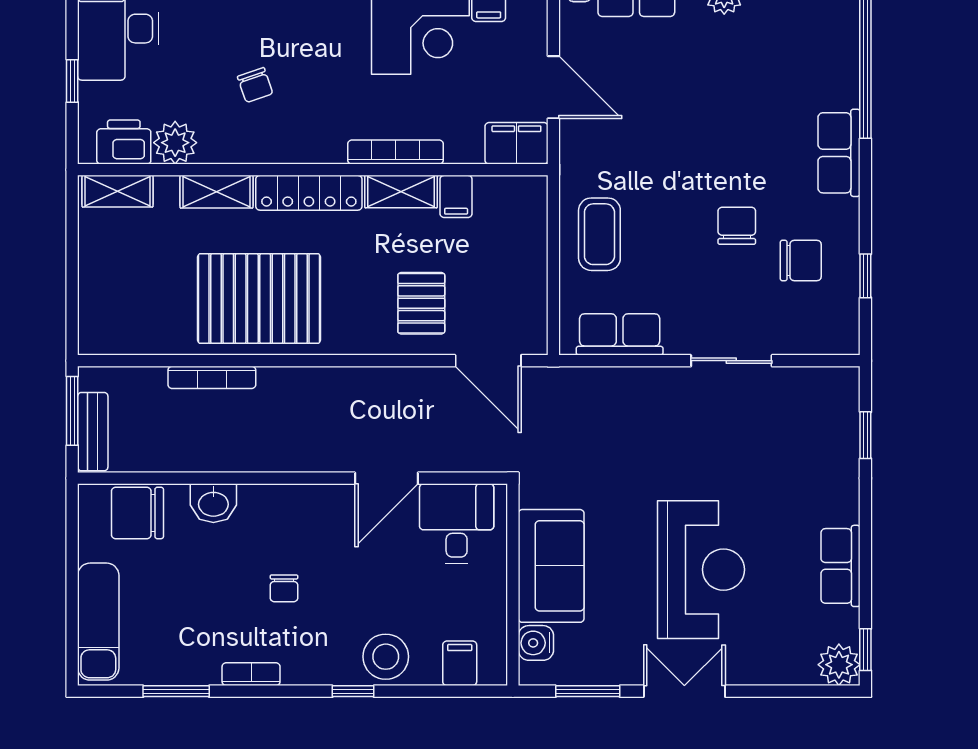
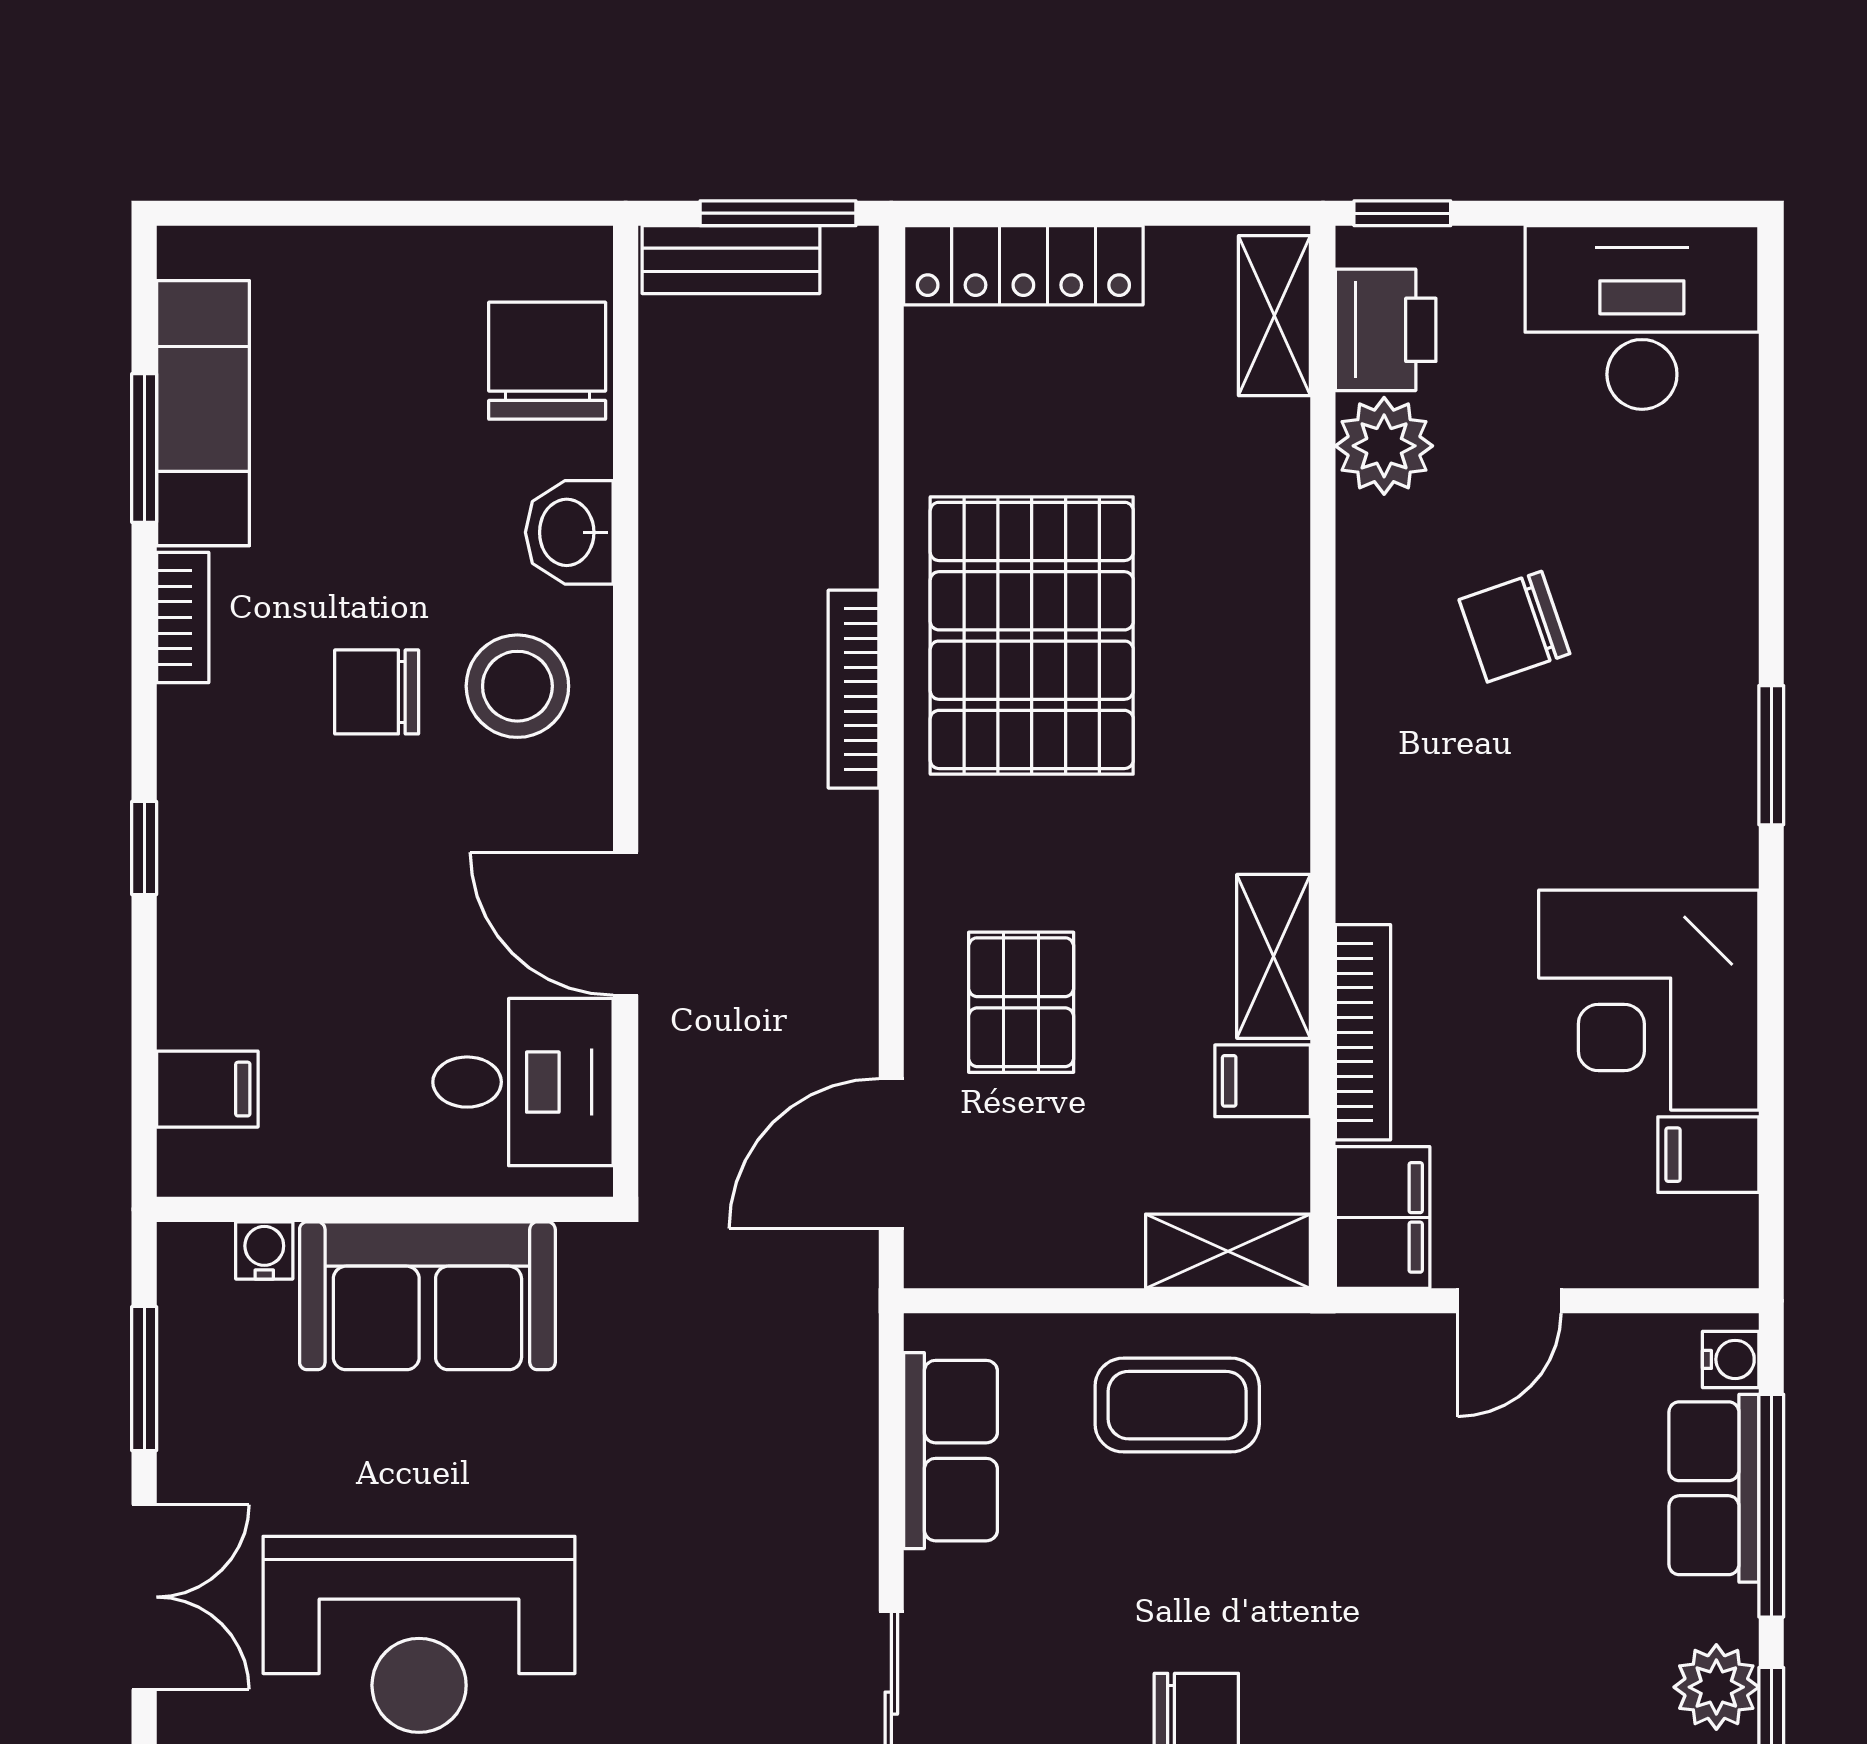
window: (72, 81) -> (1402, 213), moved
chair: (255, 85) -> (1514, 627), width x1.37, depth x1.37
door: (553, 87) -> (1509, 1301), width x0.73
bookcase: (396, 152) -> (1363, 1032), moved
shelving: (217, 192) -> (1228, 1251), moved, turned 90
locker: (309, 193) -> (1023, 265), moved, turned -90
pallet: (421, 303) -> (1021, 1002), turned 90
bookcase: (212, 377) -> (853, 689), moved
chair: (284, 588) -> (377, 692), width x1.37, depth x1.37
exam couch: (98, 622) -> (203, 413), moved, turned -90
water cooler: (536, 643) -> (264, 1250), width x0.72, depth x0.72
stool: (386, 657) -> (517, 686), moved

